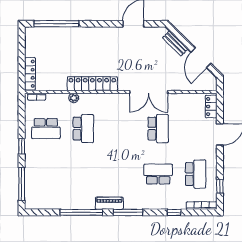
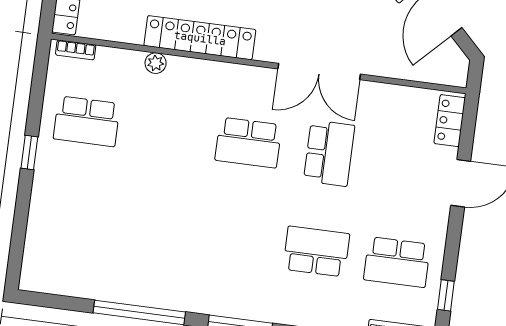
school desk: (83, 129) -> (248, 143), moved, turned 90
school desk: (196, 174) -> (397, 262), turned 90
window: (22, 184) -> (19, 234), removed
piano: (109, 203) -> (203, 301), removed

